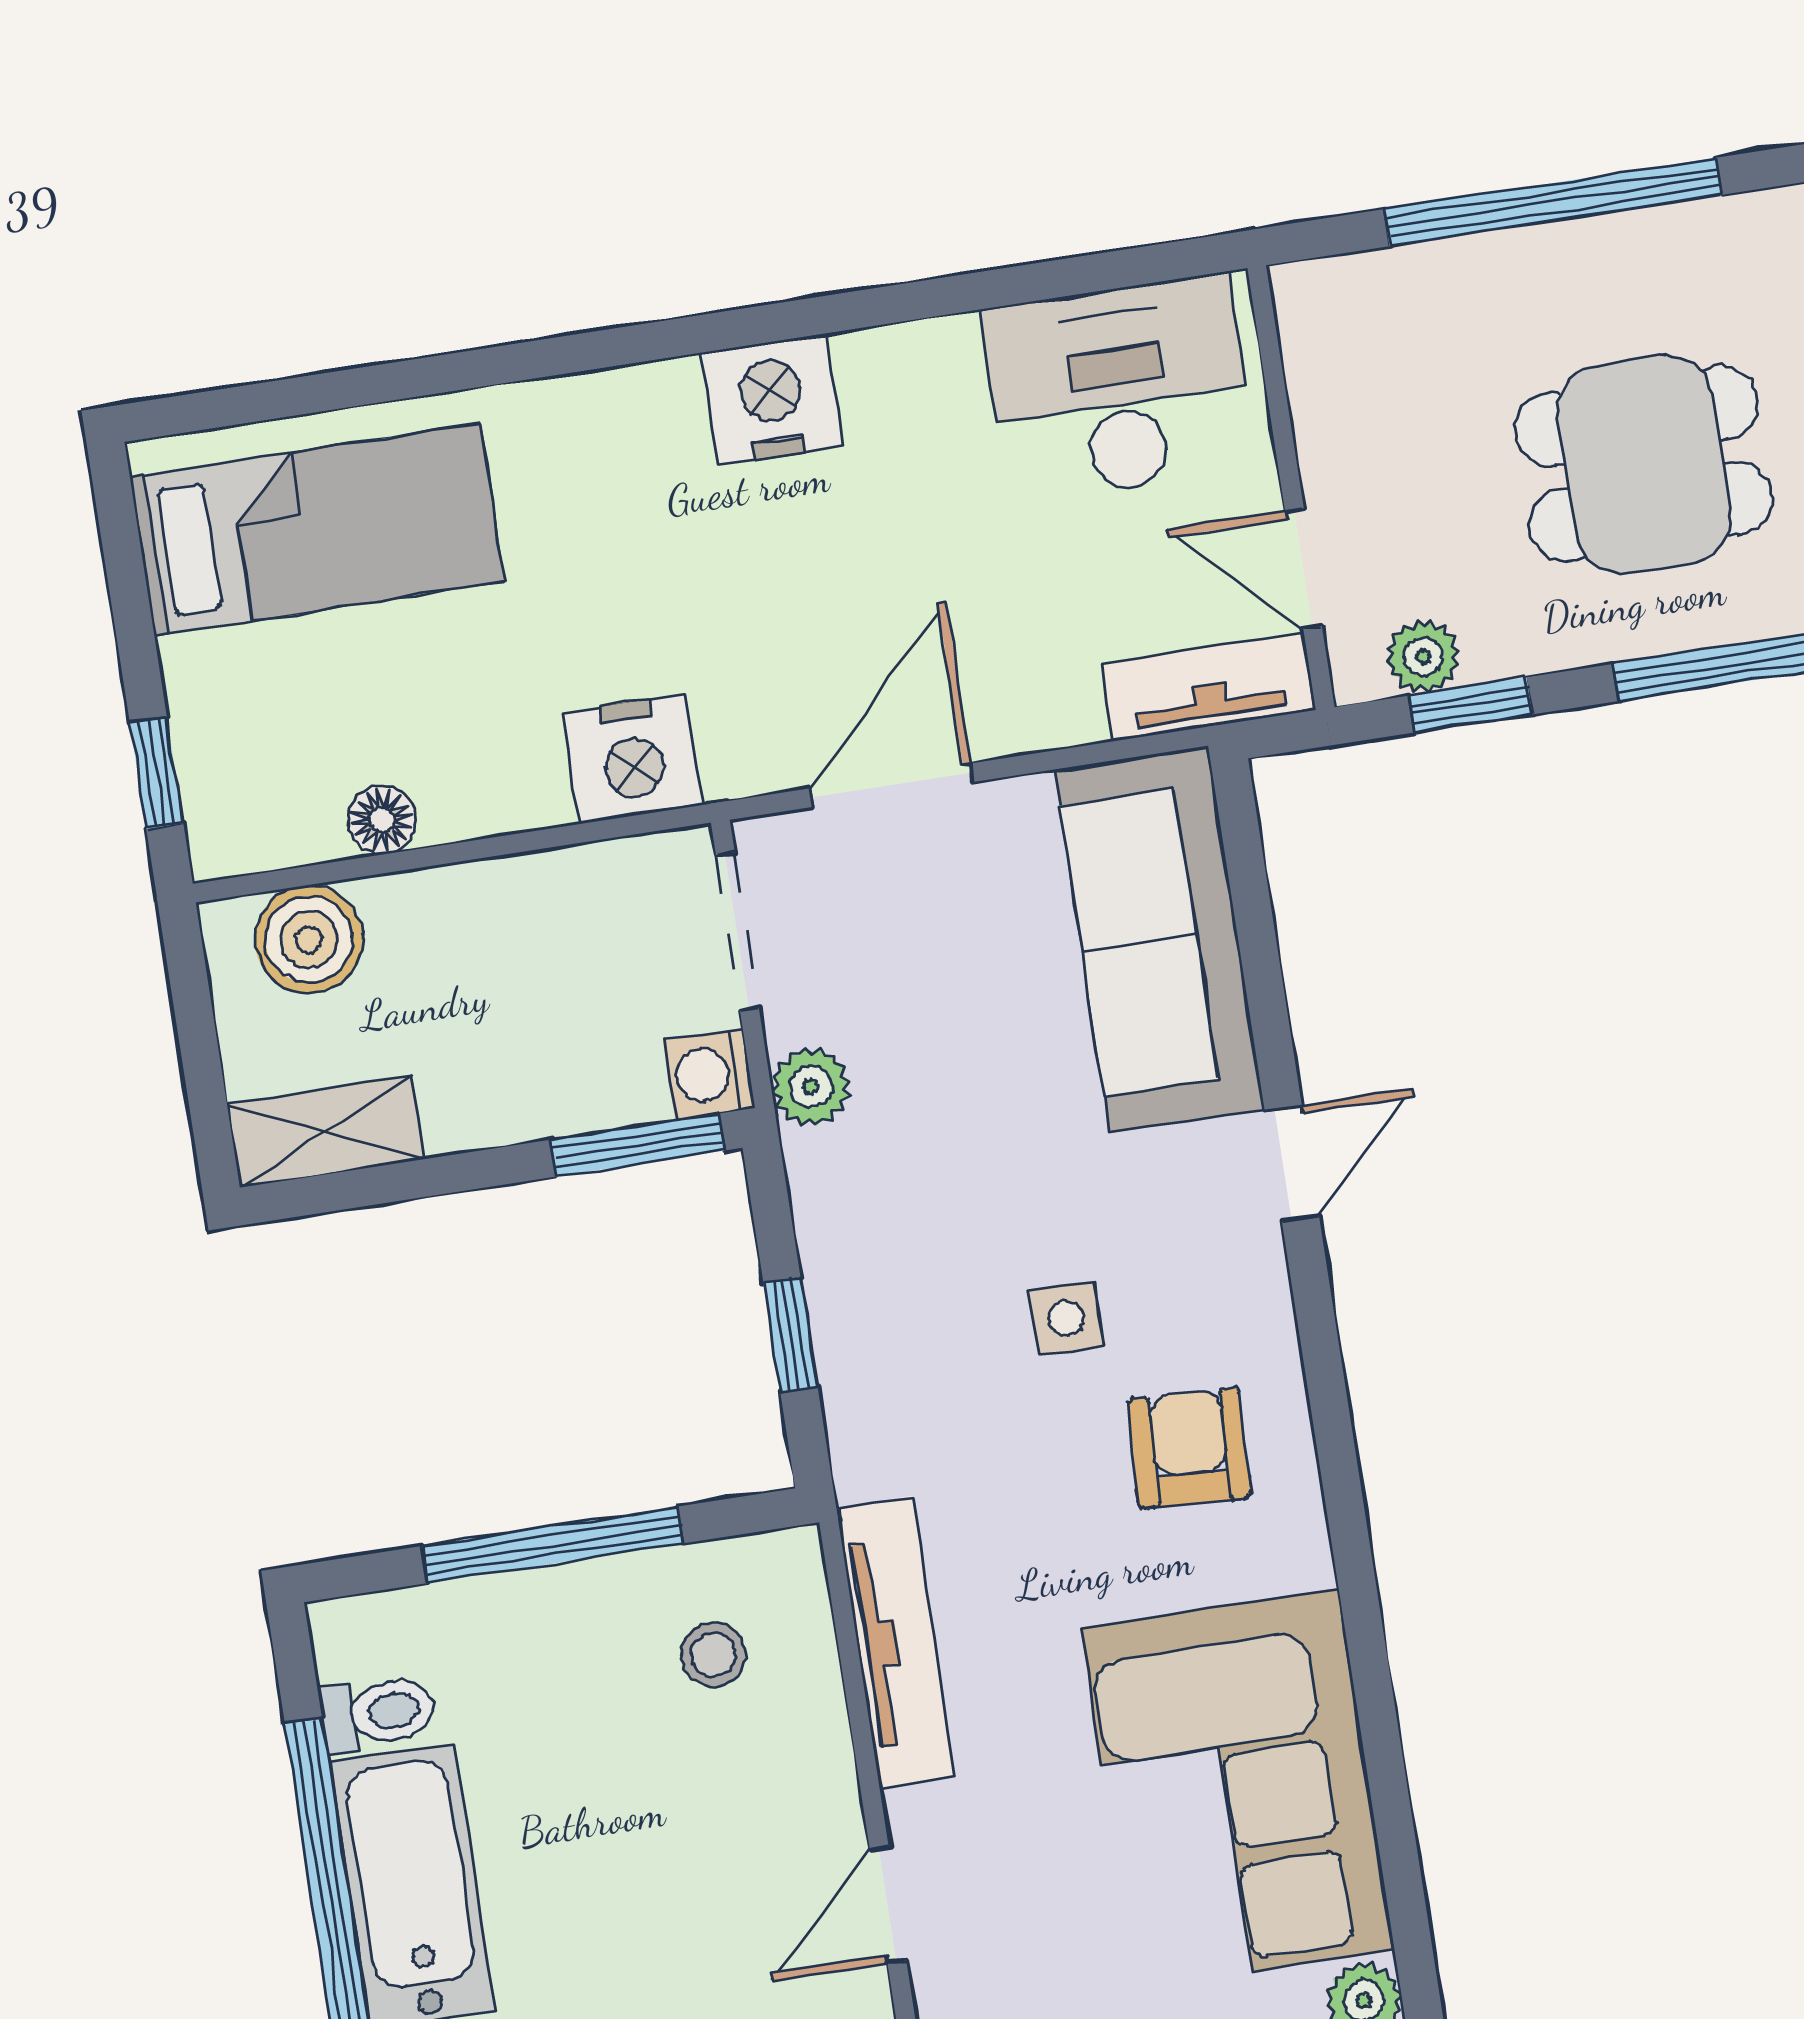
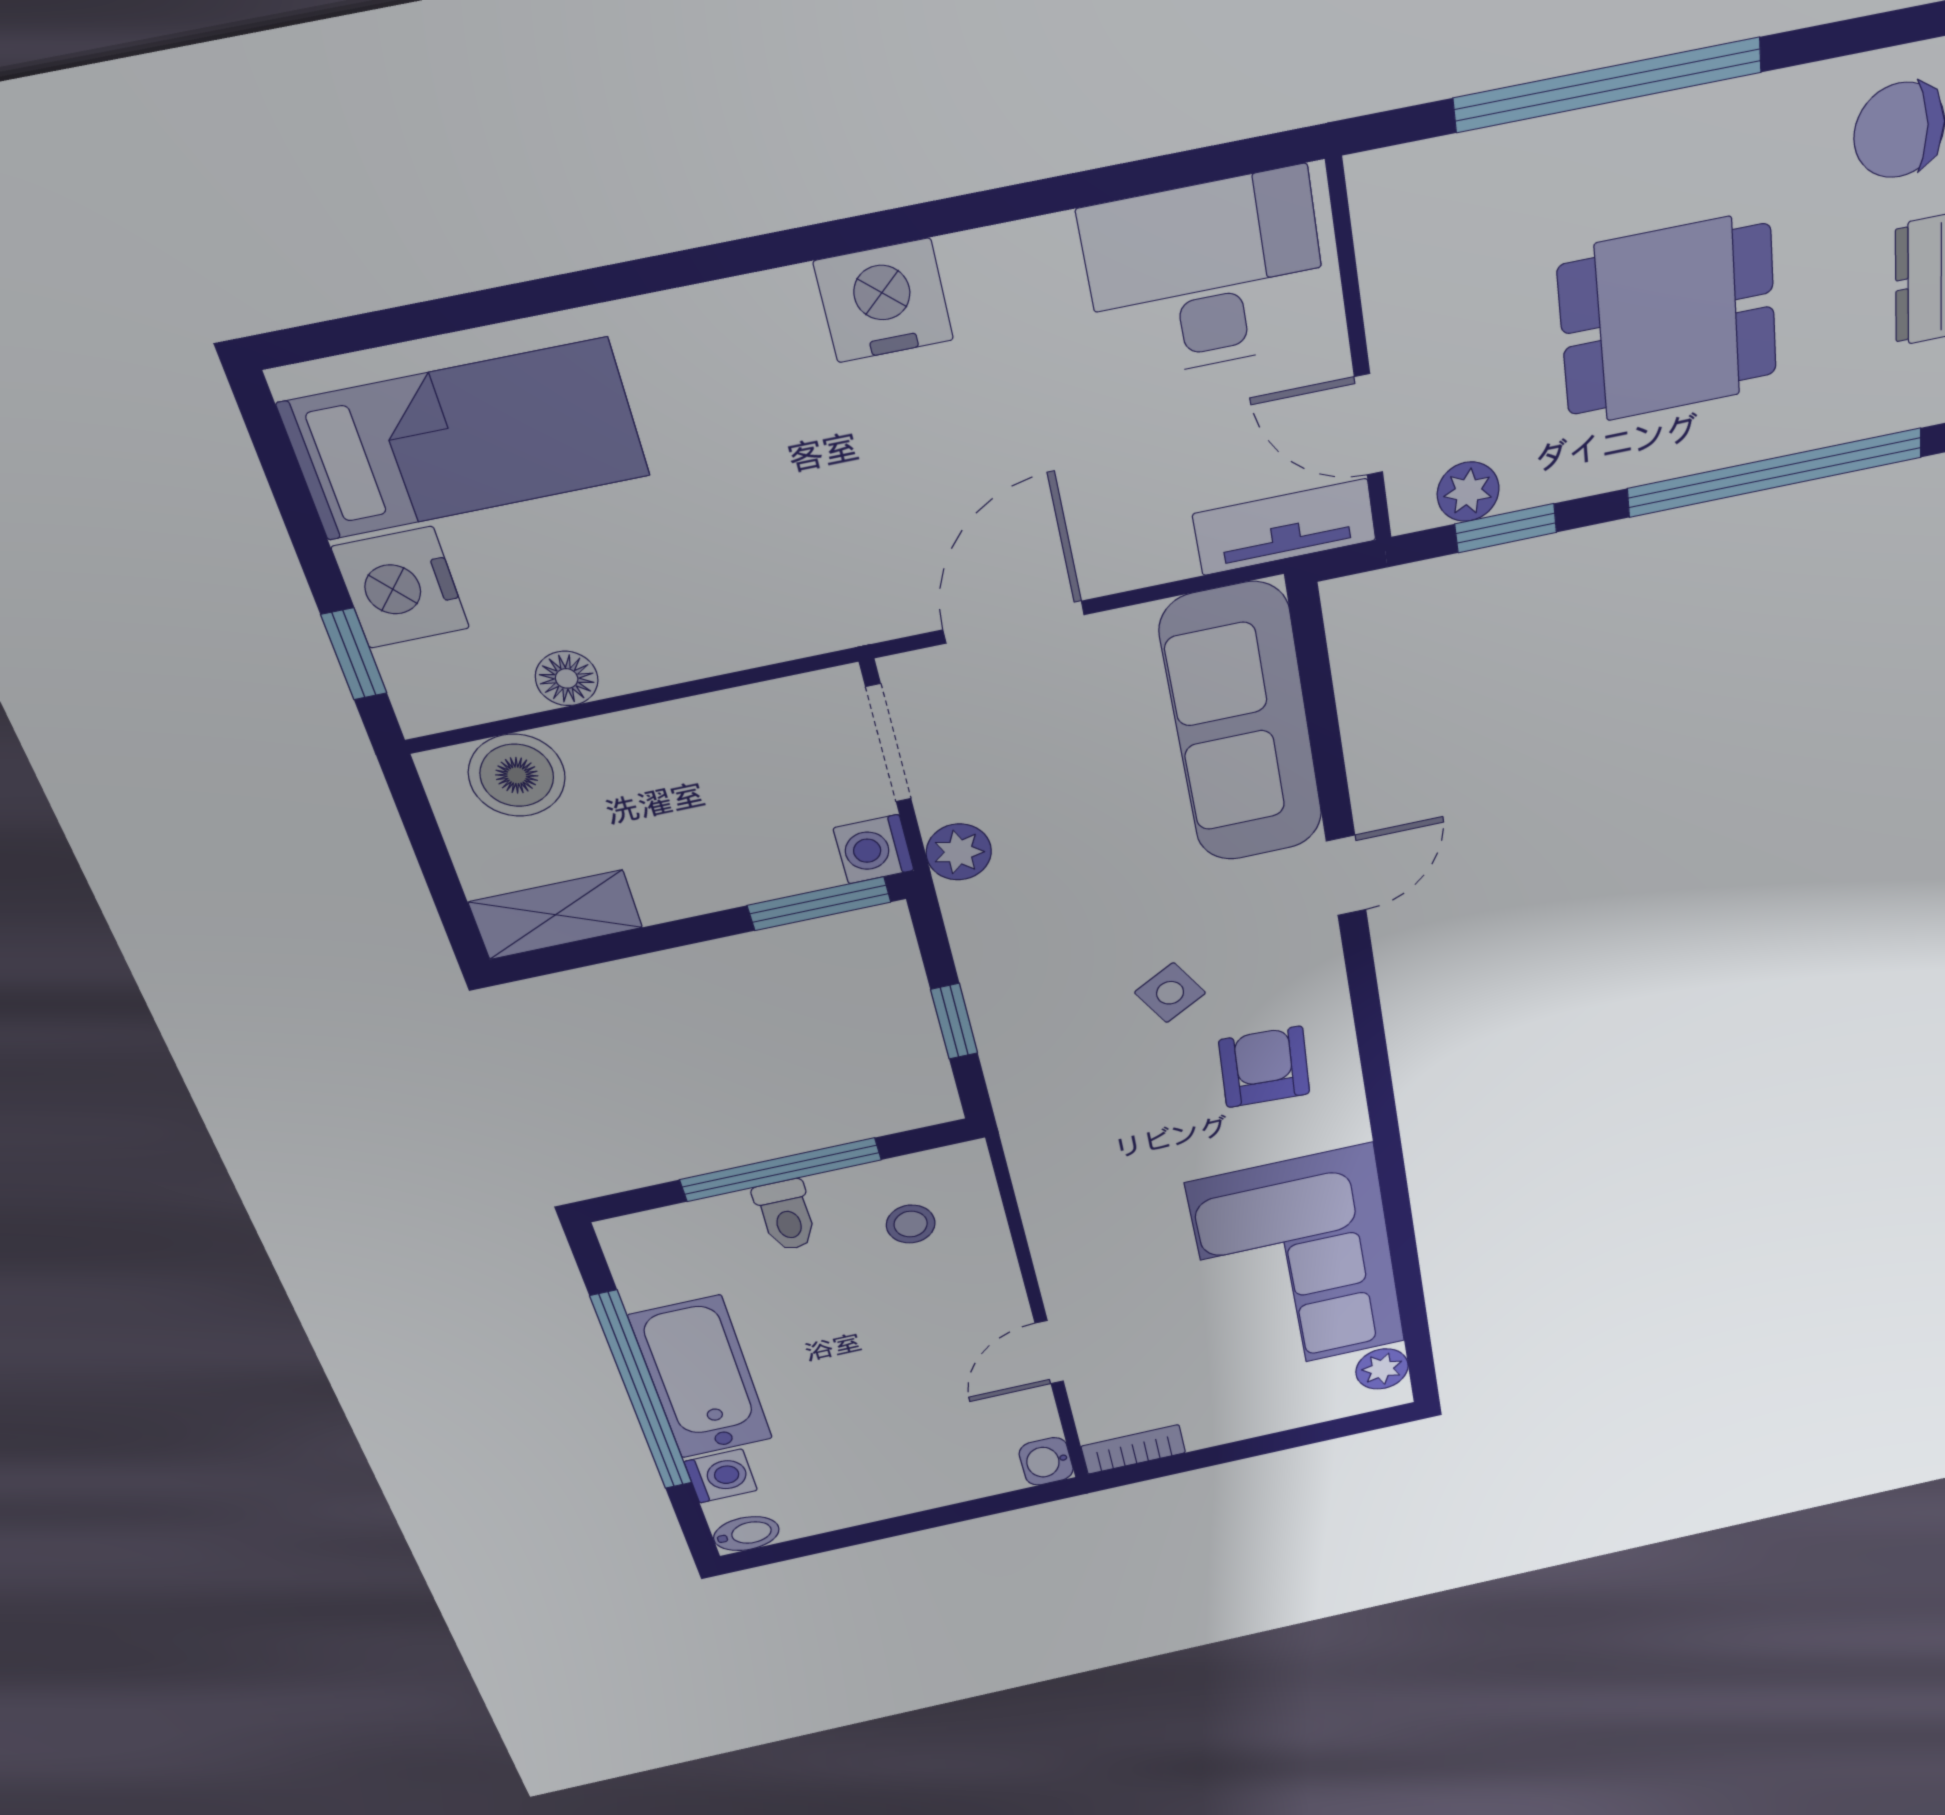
nightstand: (633, 759) -> (401, 588), moved, turned 90
side table: (1066, 1319) -> (1170, 993), turned -30
tv unit: (896, 1642) -> (1047, 1204), removed
toilet: (378, 1713) -> (786, 1215), moved, turned 90

